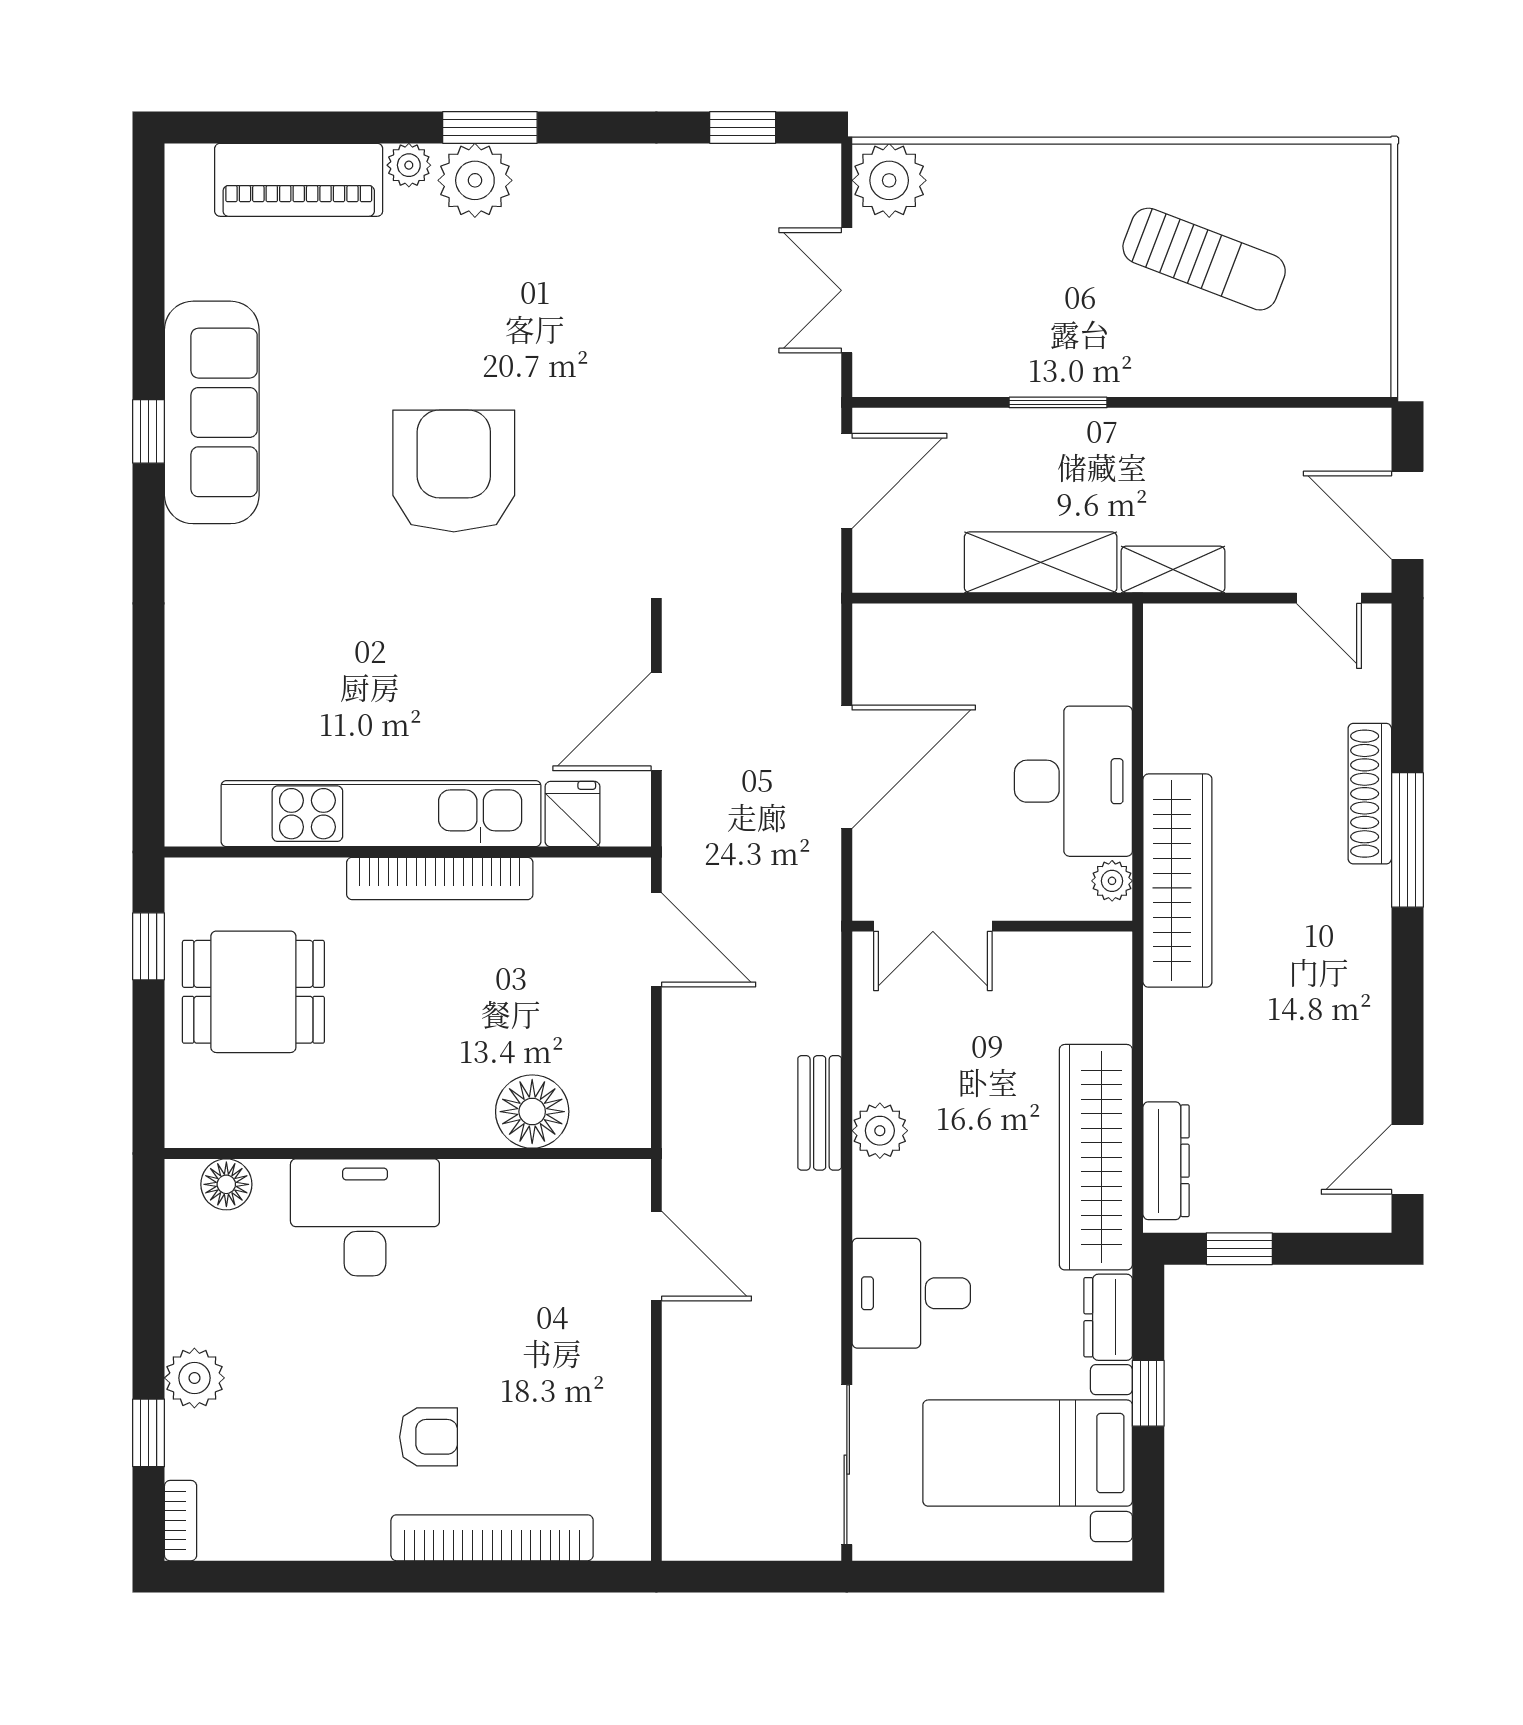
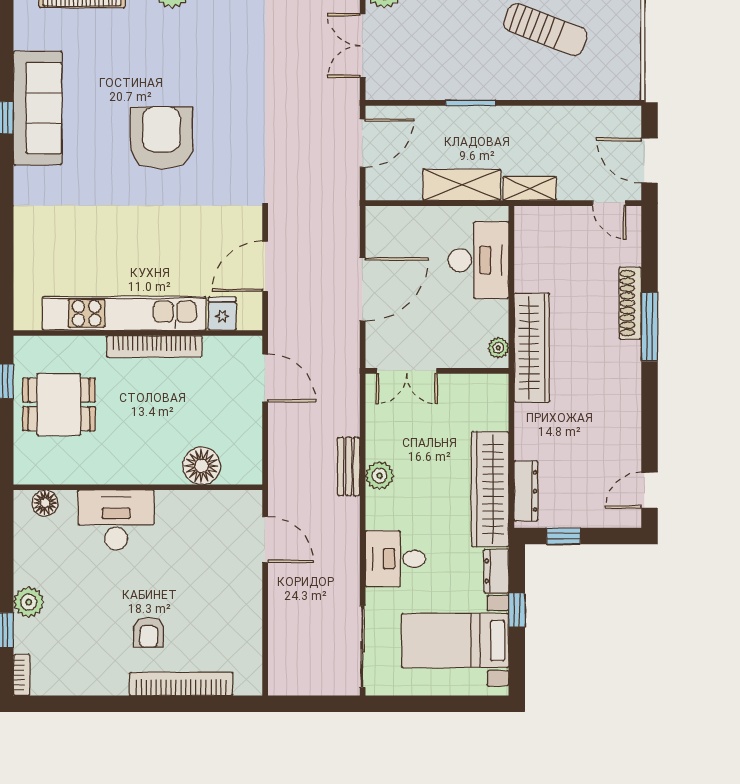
desk: (1073, 781) -> (479, 260), moved
armchair: (429, 1437) -> (149, 632), turned 90

